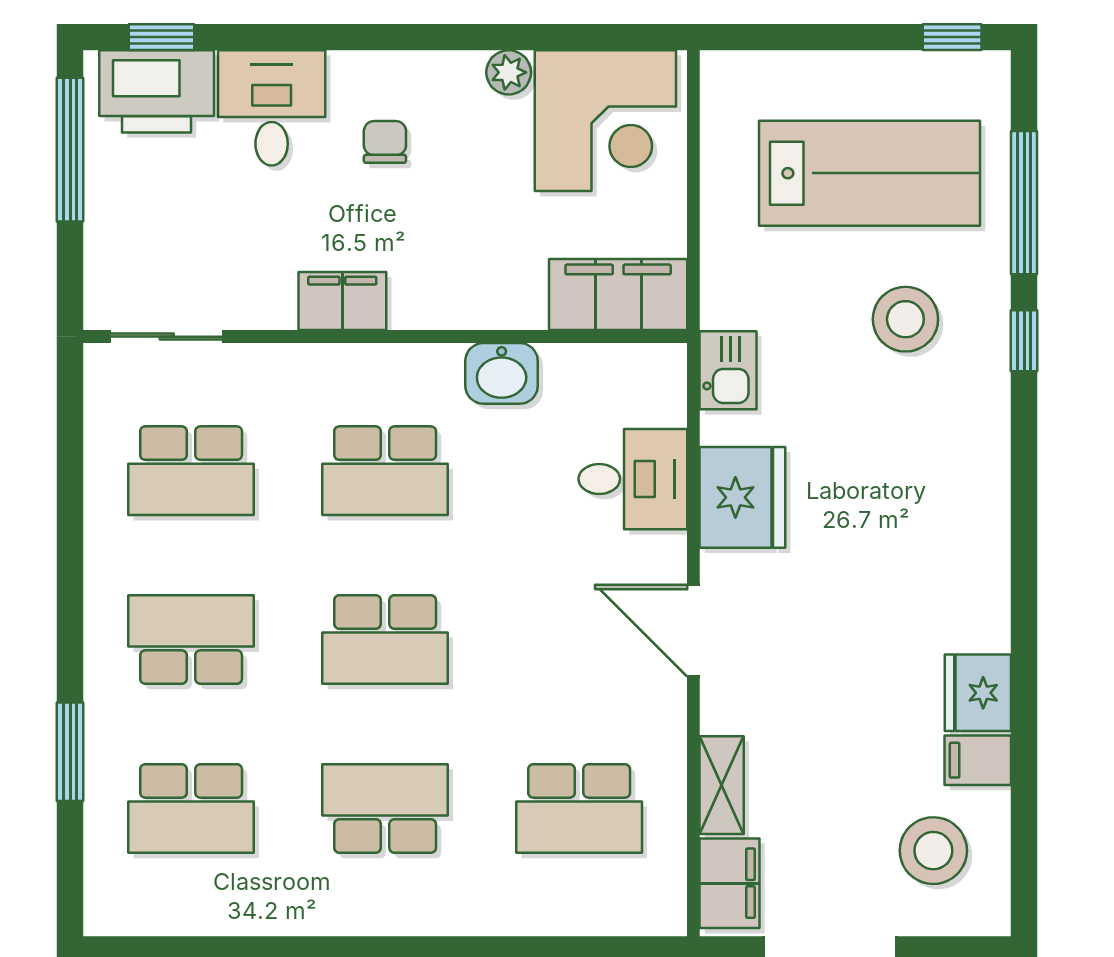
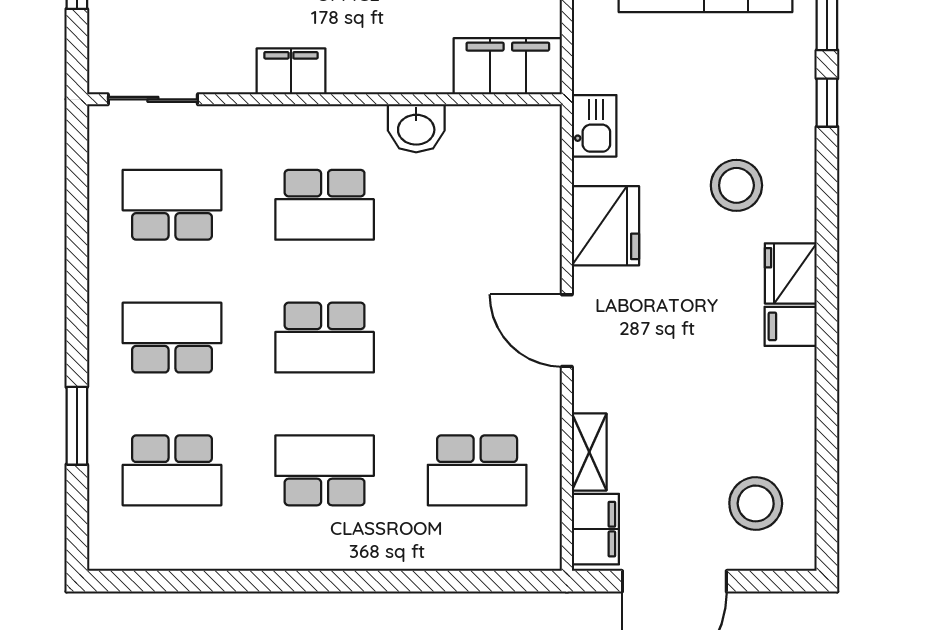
stool: (905, 319) -> (736, 185), moved
school desk: (191, 471) -> (172, 205), turned 180
desk: (633, 479) -> (519, 211), removed
fridge: (978, 693) -> (791, 273), moved
filing cabinet: (978, 760) -> (791, 326), moved

